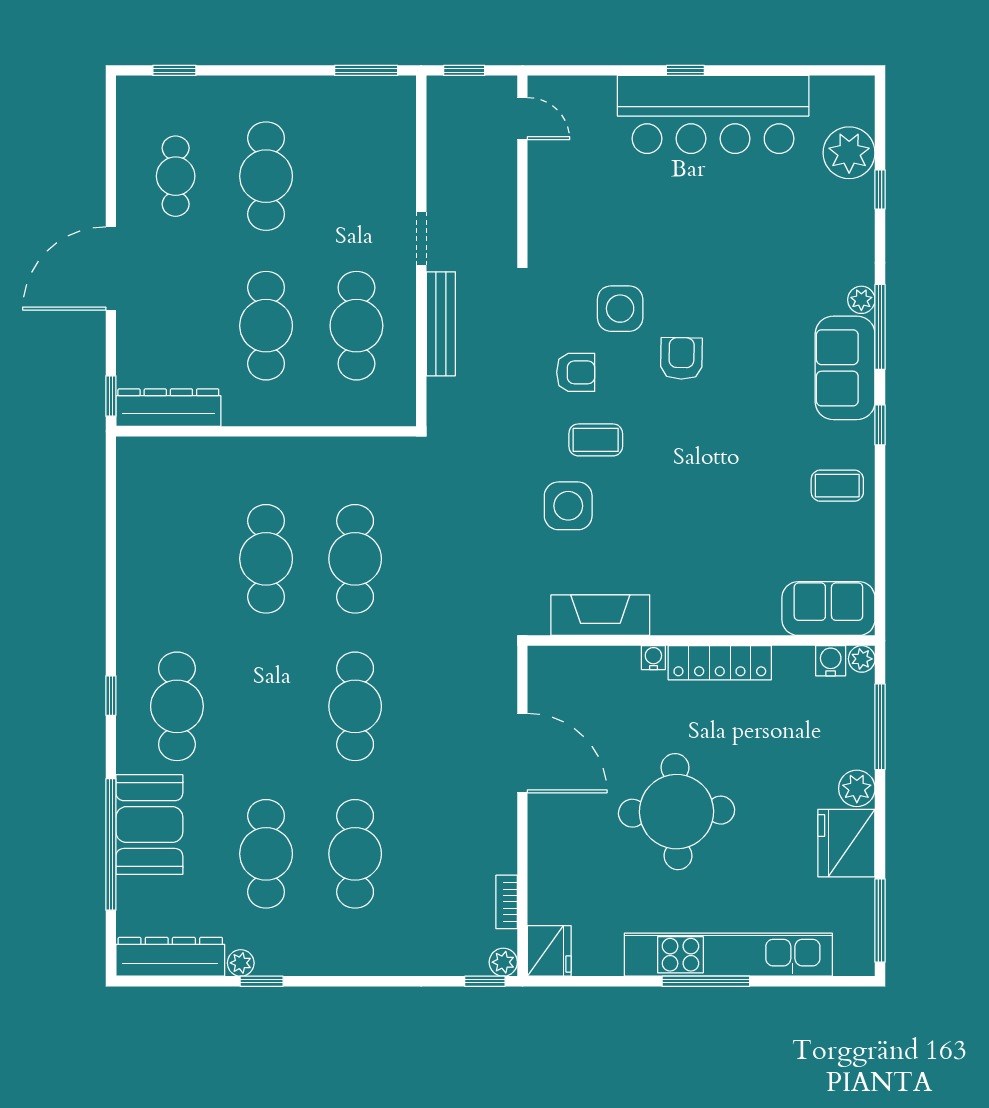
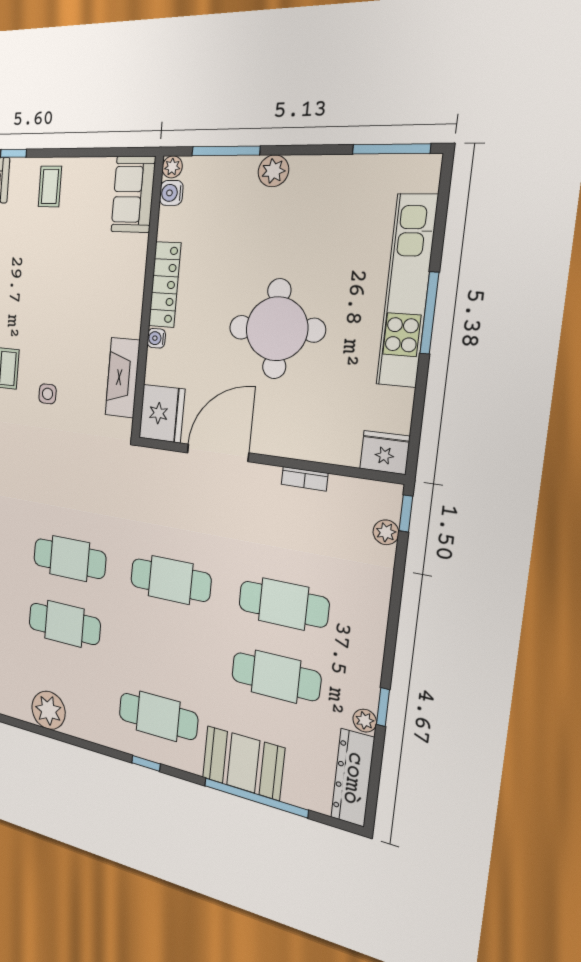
side table: (568, 506) -> (48, 394), width x0.54, depth x0.54
plant: (142, 545) -> (48, 710), added
fridge: (846, 843) -> (162, 414), moved, turned -90
bookcase: (507, 902) -> (304, 479), moved
plant: (503, 962) -> (386, 532), moved

